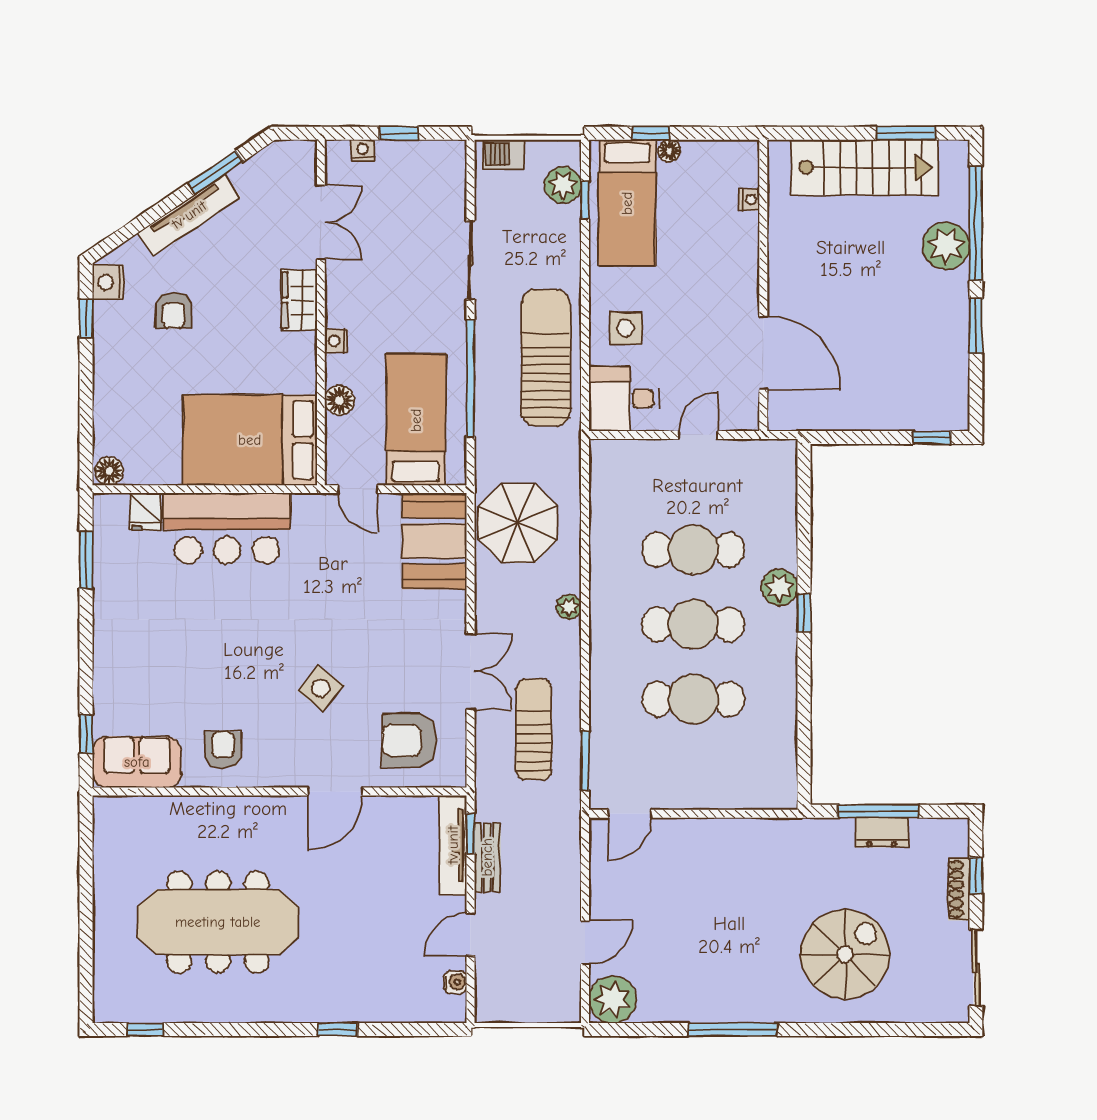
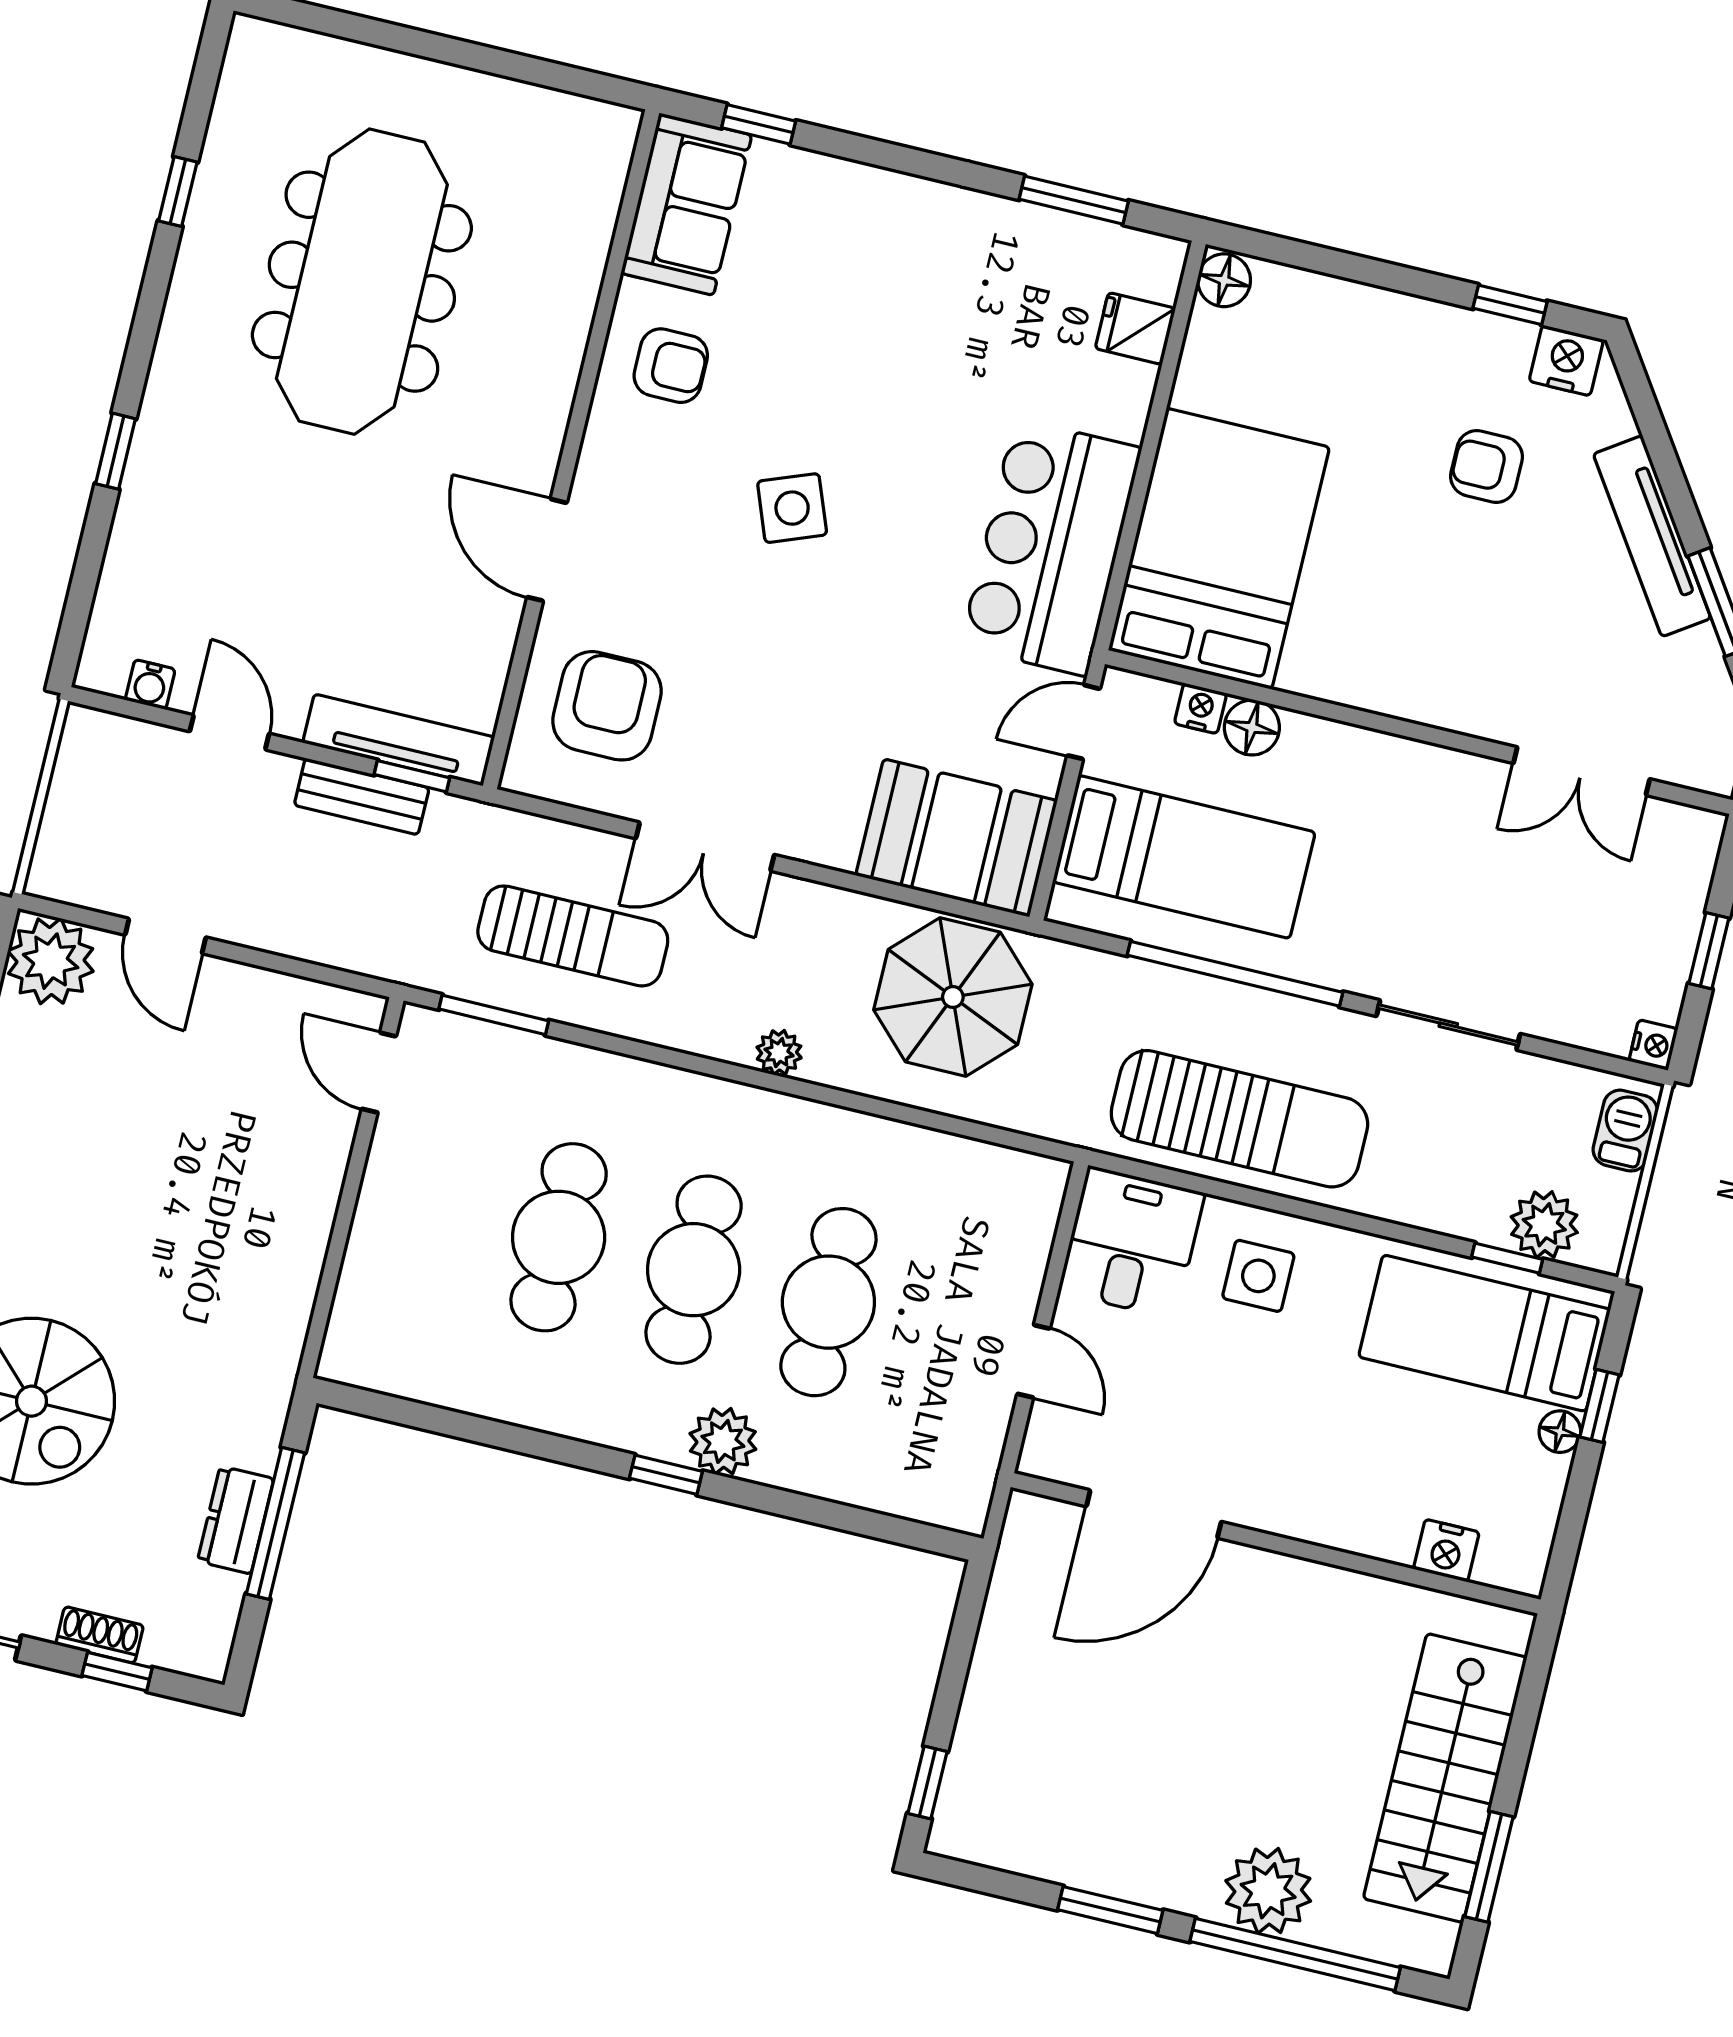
nightstand: (363, 150) -> (1653, 1045), moved
nightstand: (749, 199) -> (1446, 1550), width x1.39, depth x1.35
wardrobe: (299, 300) -> (1450, 699), removed
nightstand: (336, 341) -> (1200, 708), moved
bar counter: (227, 528) -> (1051, 547), moved
side table: (321, 688) -> (792, 508), moved, turned 30
shoe rack: (959, 889) -> (100, 1635), width x0.70
window: (146, 1030) -> (178, 192), moved

